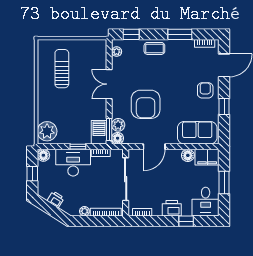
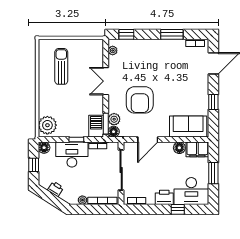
coffee table: (154, 48) -> (148, 48), removed
armchair: (205, 90) -> (196, 87), removed
desk: (206, 202) -> (191, 191), width x1.37

